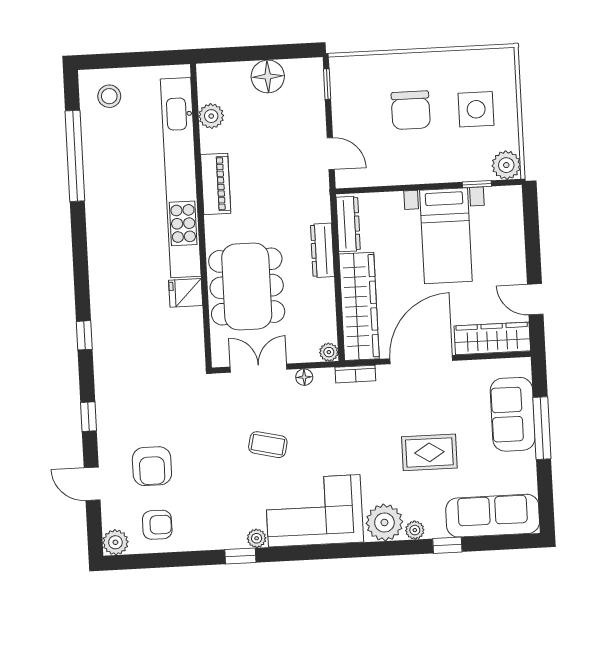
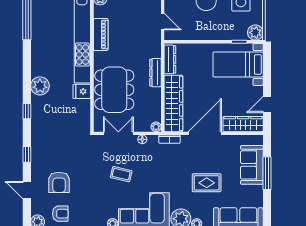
bed with nightstands: (446, 236) -> (238, 64), moved, turned 90
plant: (107, 287) -> (40, 86), added
door: (535, 299) -> (267, 105), hinge flipped

